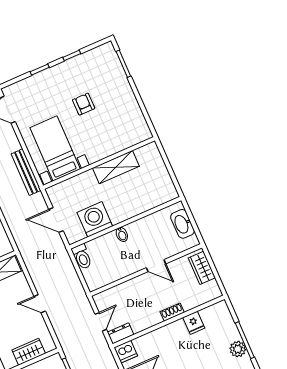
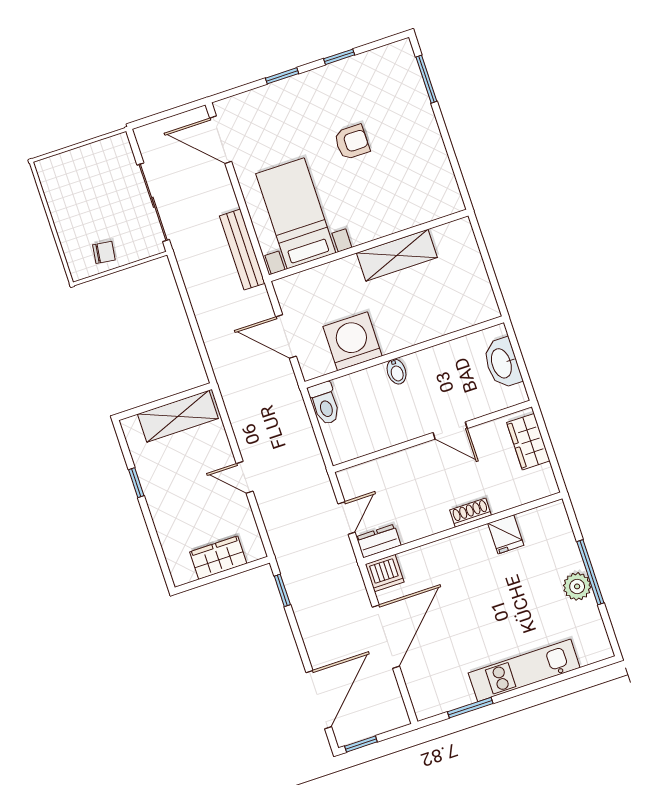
armchair: (84, 104) -> (352, 142), turned 90

